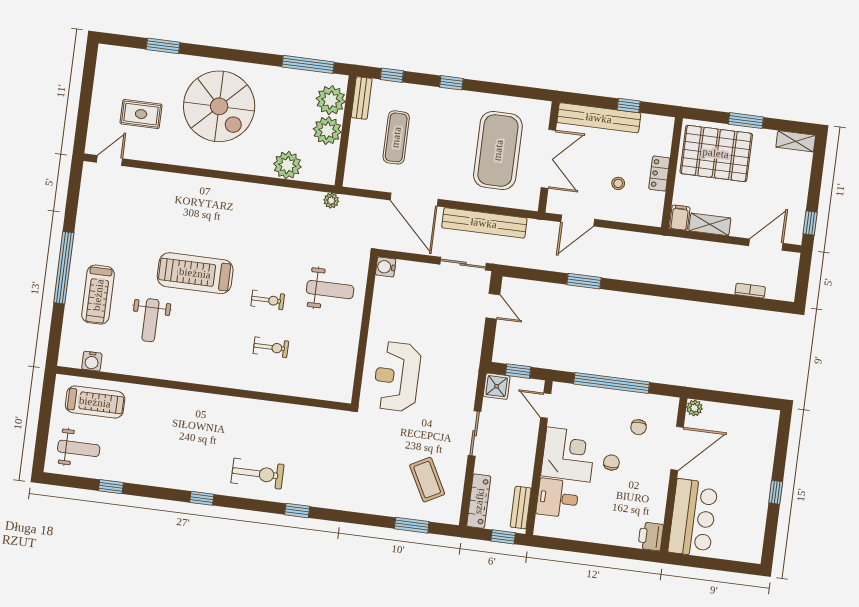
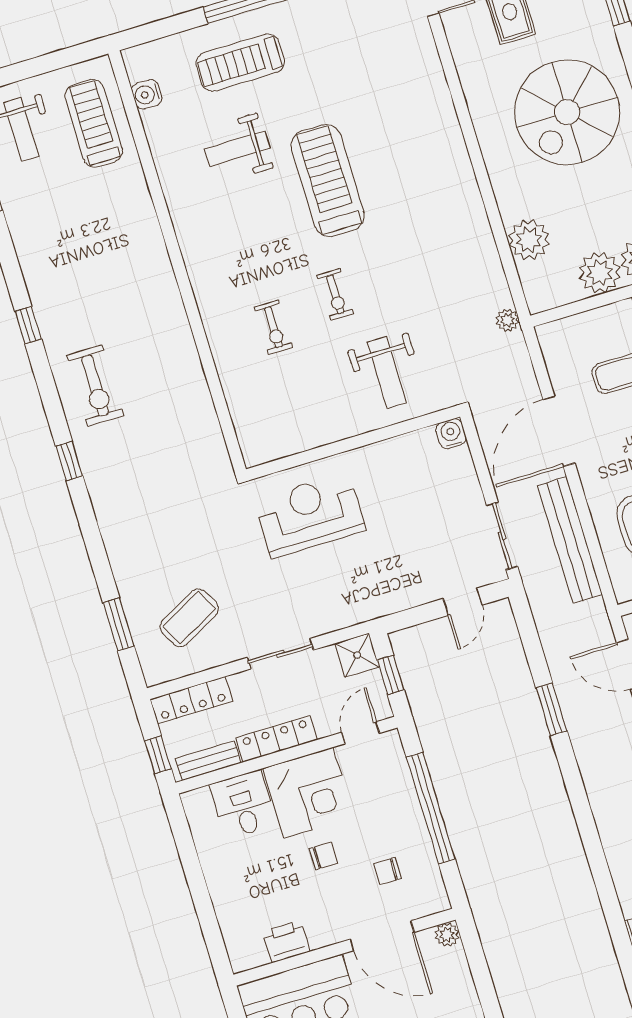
treadmill: (95, 402) -> (94, 123), turned 180
locker: (526, 459) -> (277, 739), added
printer: (651, 536) -> (286, 942), moved

